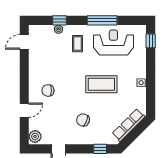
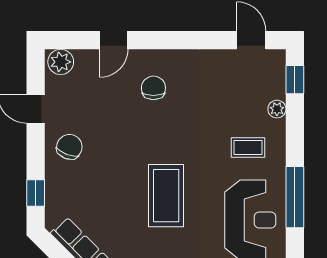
window: (60, 20) -> (295, 80), moved
door: (24, 110) -> (114, 40), hinge flipped
chair: (83, 120) -> (69, 147), moved

